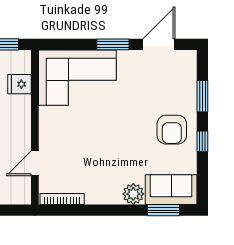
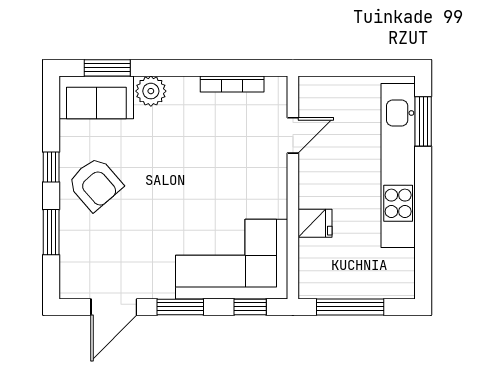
window: (64, 44) -> (250, 307), added
fridge: (20, 84) -> (315, 223), moved
armchair: (172, 130) -> (95, 184), turned 139
bookcase: (62, 199) -> (232, 84), moved

